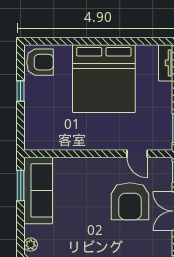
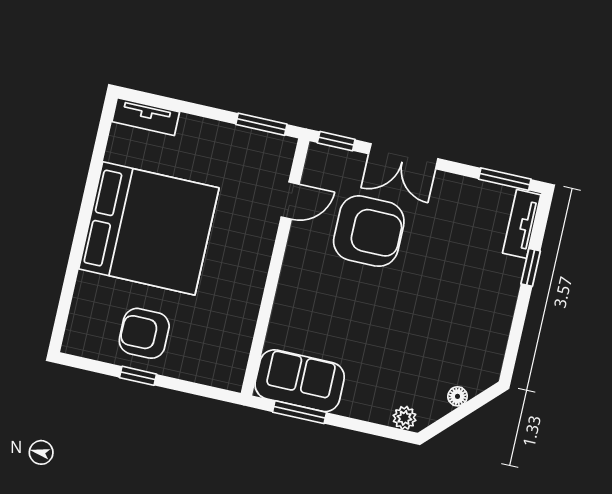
armchair: (40, 62) -> (144, 333), moved, turned -90
sofa: (38, 190) -> (300, 381), width x0.73

